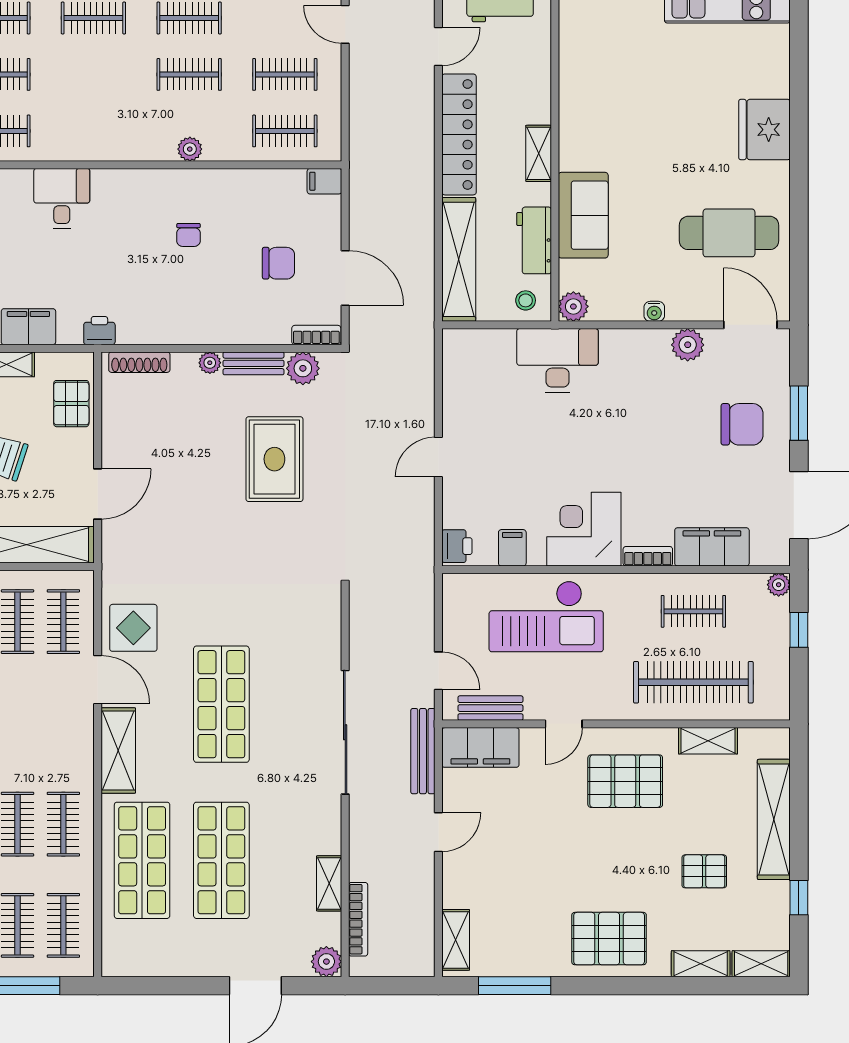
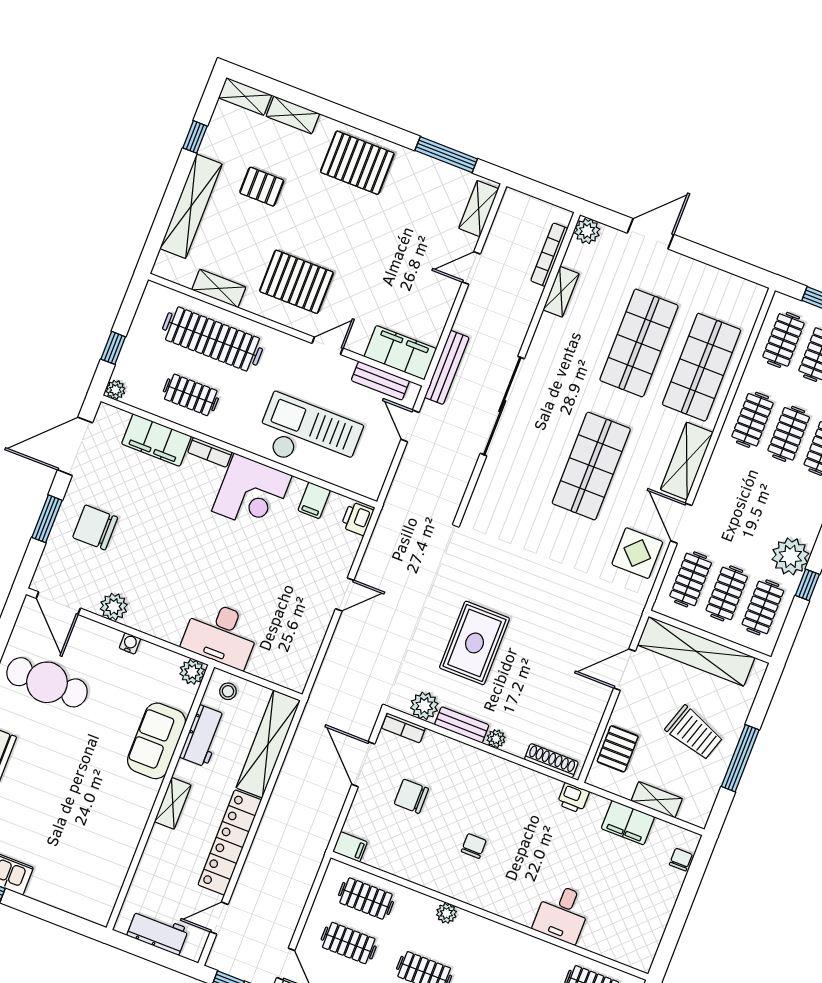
door: (438, 832) -> (471, 268), moved

